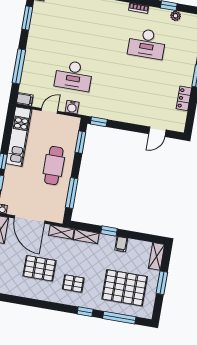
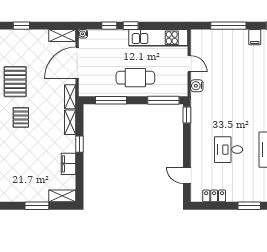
desk: (74, 76) -> (229, 150), moved, width x0.73
locker: (184, 98) -> (214, 196), moved
filing cabinet: (25, 99) -> (255, 37), moved
window: (80, 142) -> (163, 100), width x1.44
filing cabinet: (121, 244) -> (68, 164), width x2.00
pallet: (40, 268) -> (15, 82), moved
pallet: (125, 288) -> (25, 169), removed

